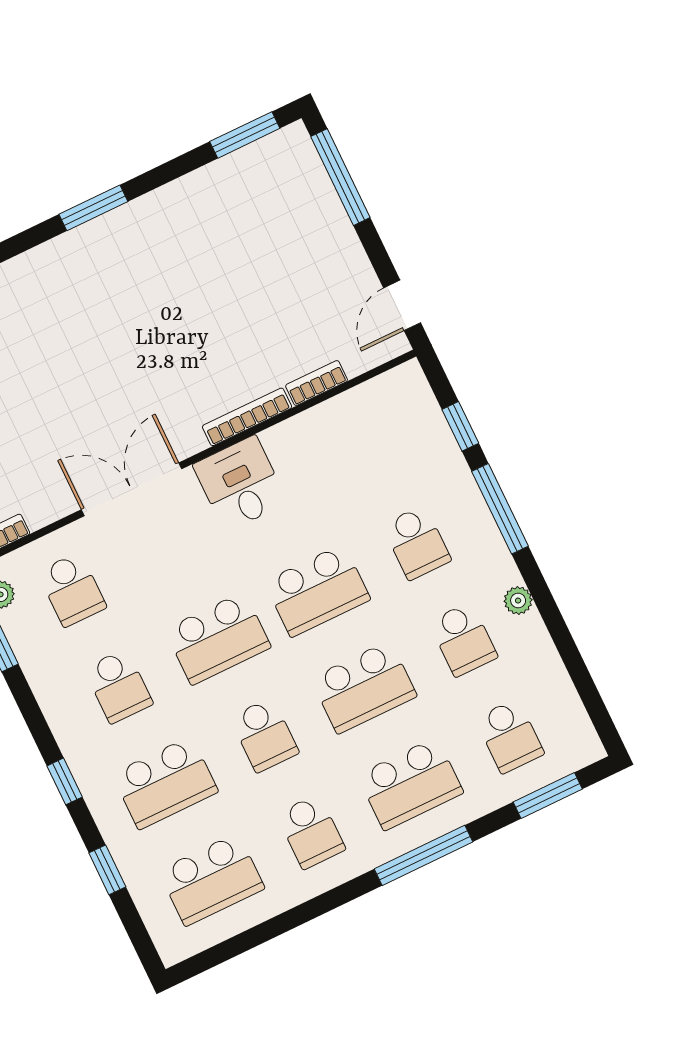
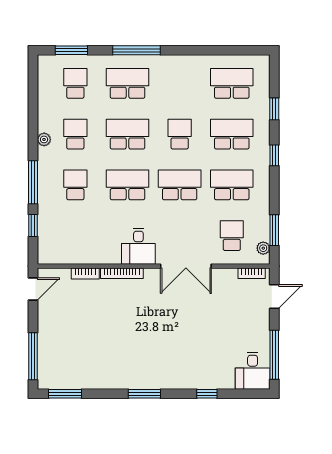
school desk: (119, 686) -> (232, 185), width x1.85
school desk: (311, 832) -> (180, 83), removed

